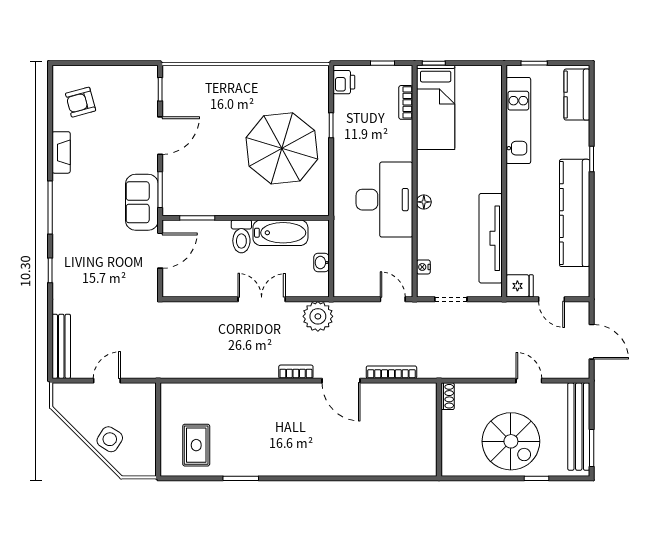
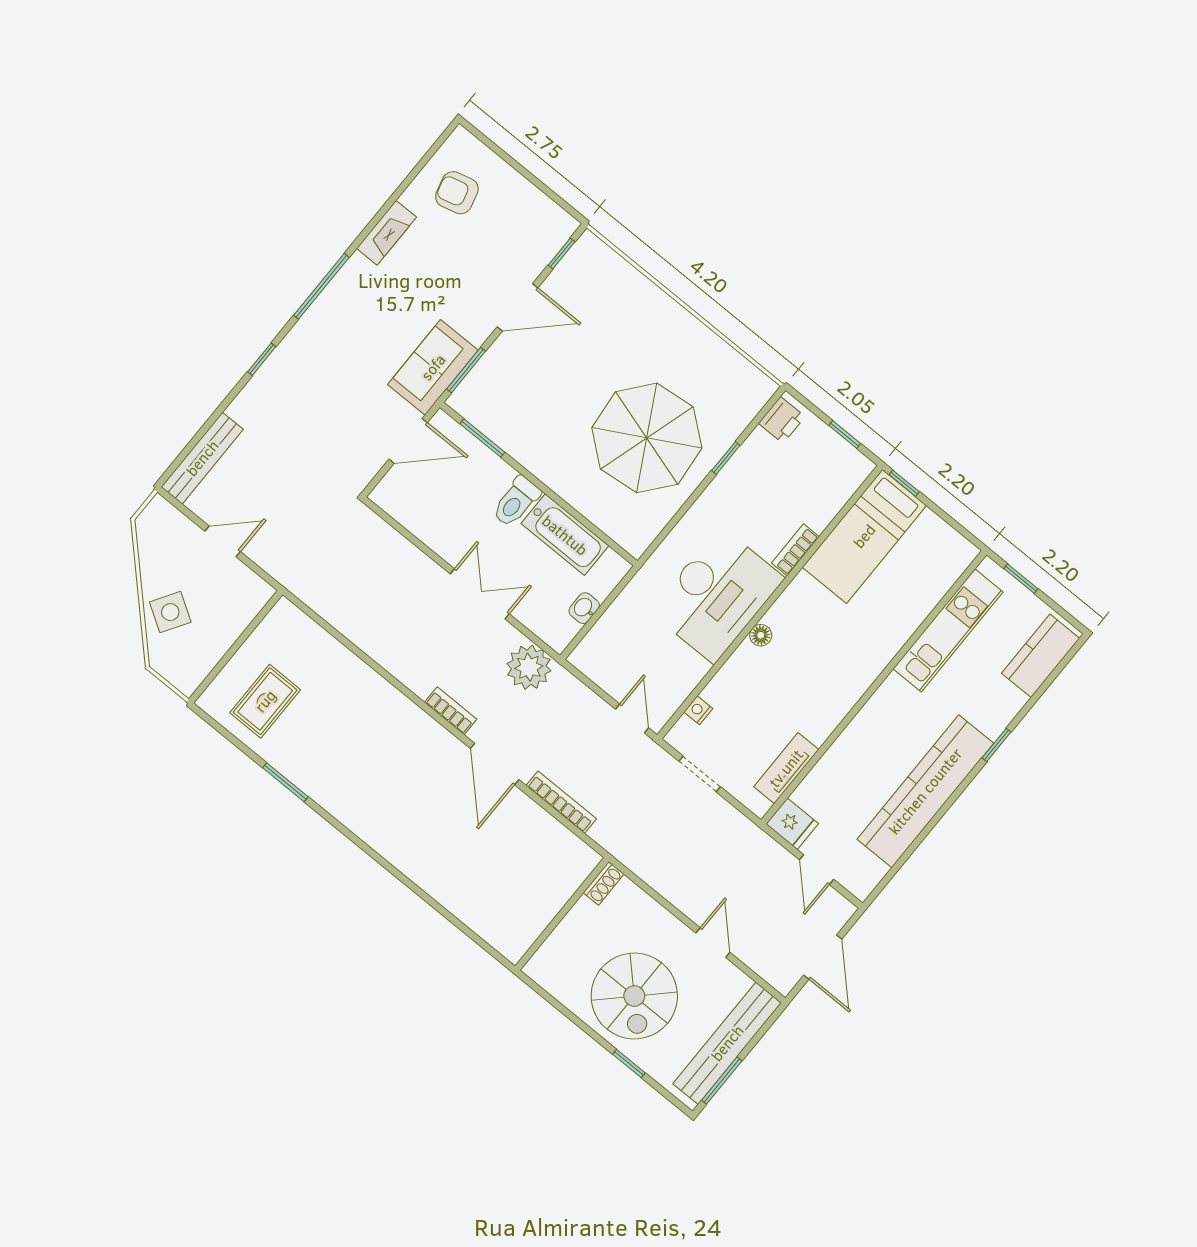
bookcase: (406, 102) -> (795, 550), moved
tv unit: (491, 238) -> (786, 768), width x0.52, depth x0.78

